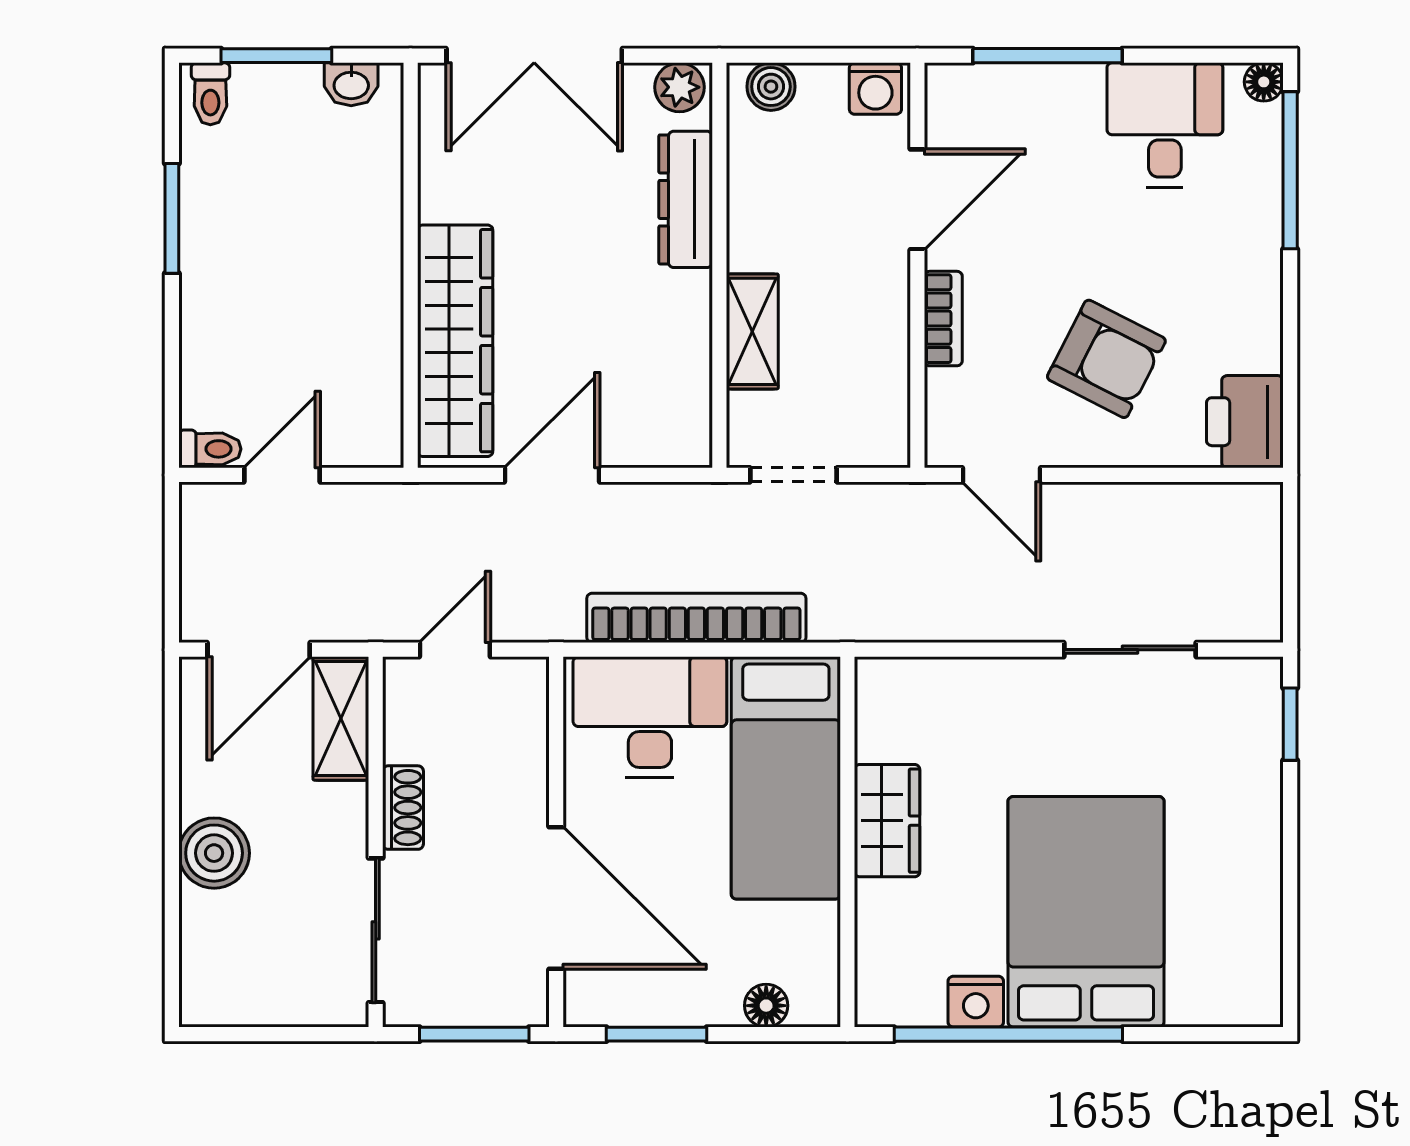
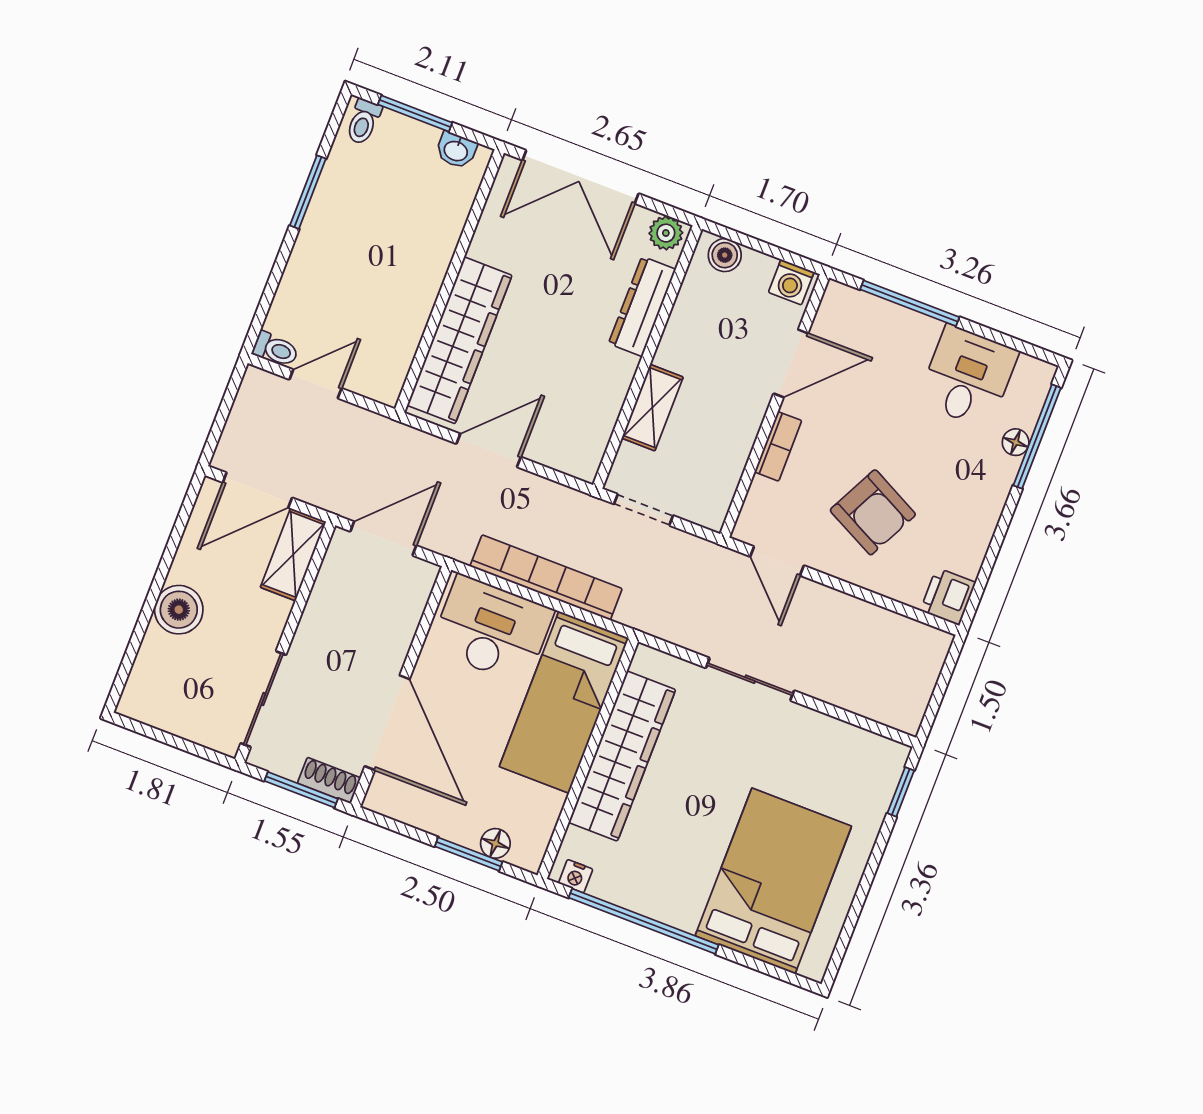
floor lamp: (1264, 82) -> (1016, 442), moved
printer: (1245, 422) -> (948, 596), width x0.73, depth x0.81
door: (455, 650) -> (383, 538), width x1.38
sliding door: (1130, 650) -> (750, 679), moved
shoe rack: (403, 808) -> (329, 780), moved, turned -90
wardrobe: (887, 821) -> (622, 756), width x2.10, depth x1.17
bed: (1086, 912) -> (773, 881), moved
nightstand: (976, 1002) -> (576, 876), moved, width x0.72, depth x0.74
window: (657, 1034) -> (469, 854), moved

